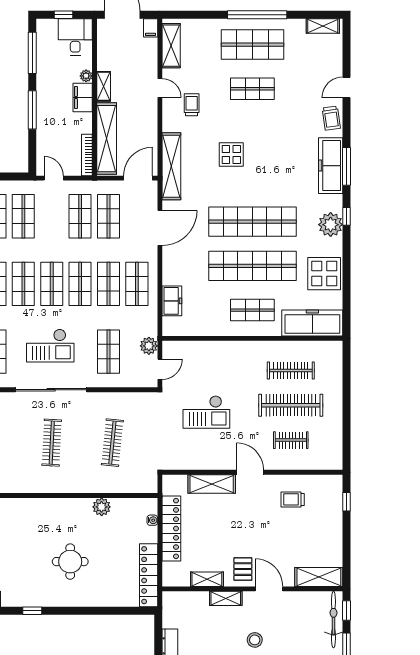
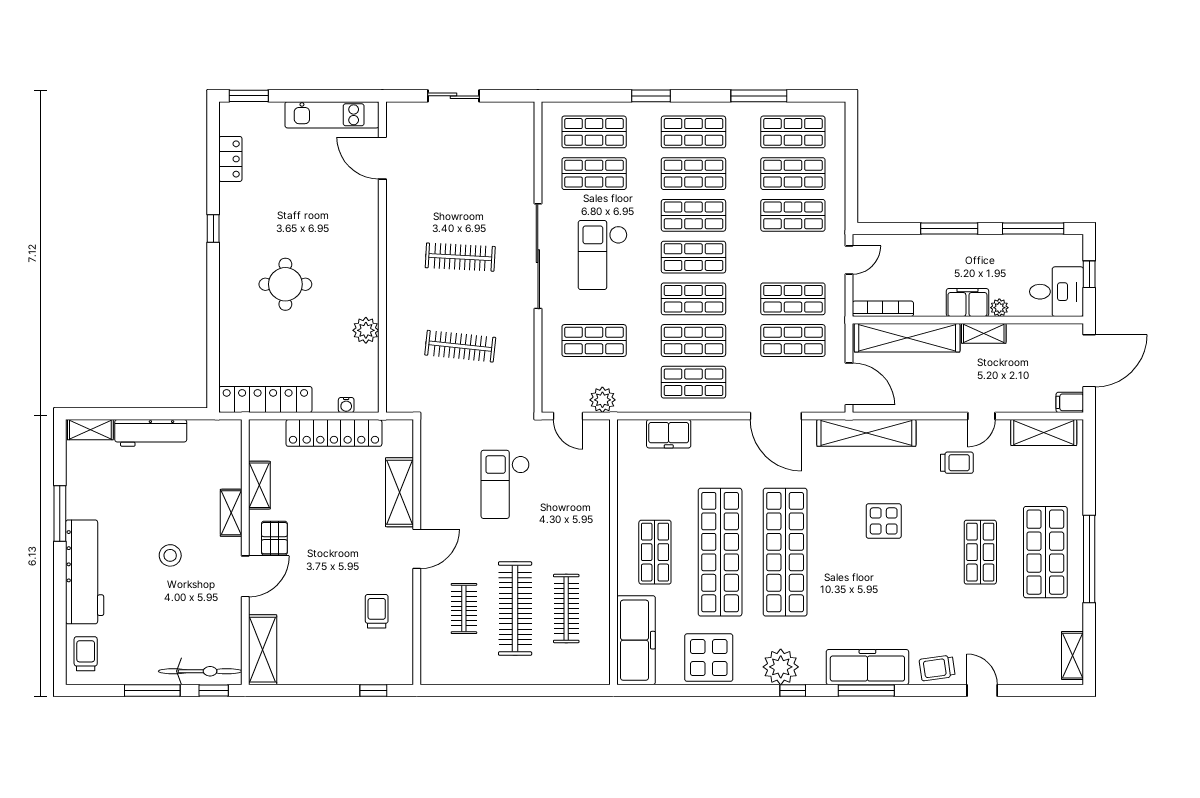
pallet: (243, 569) -> (274, 538), turned 90

